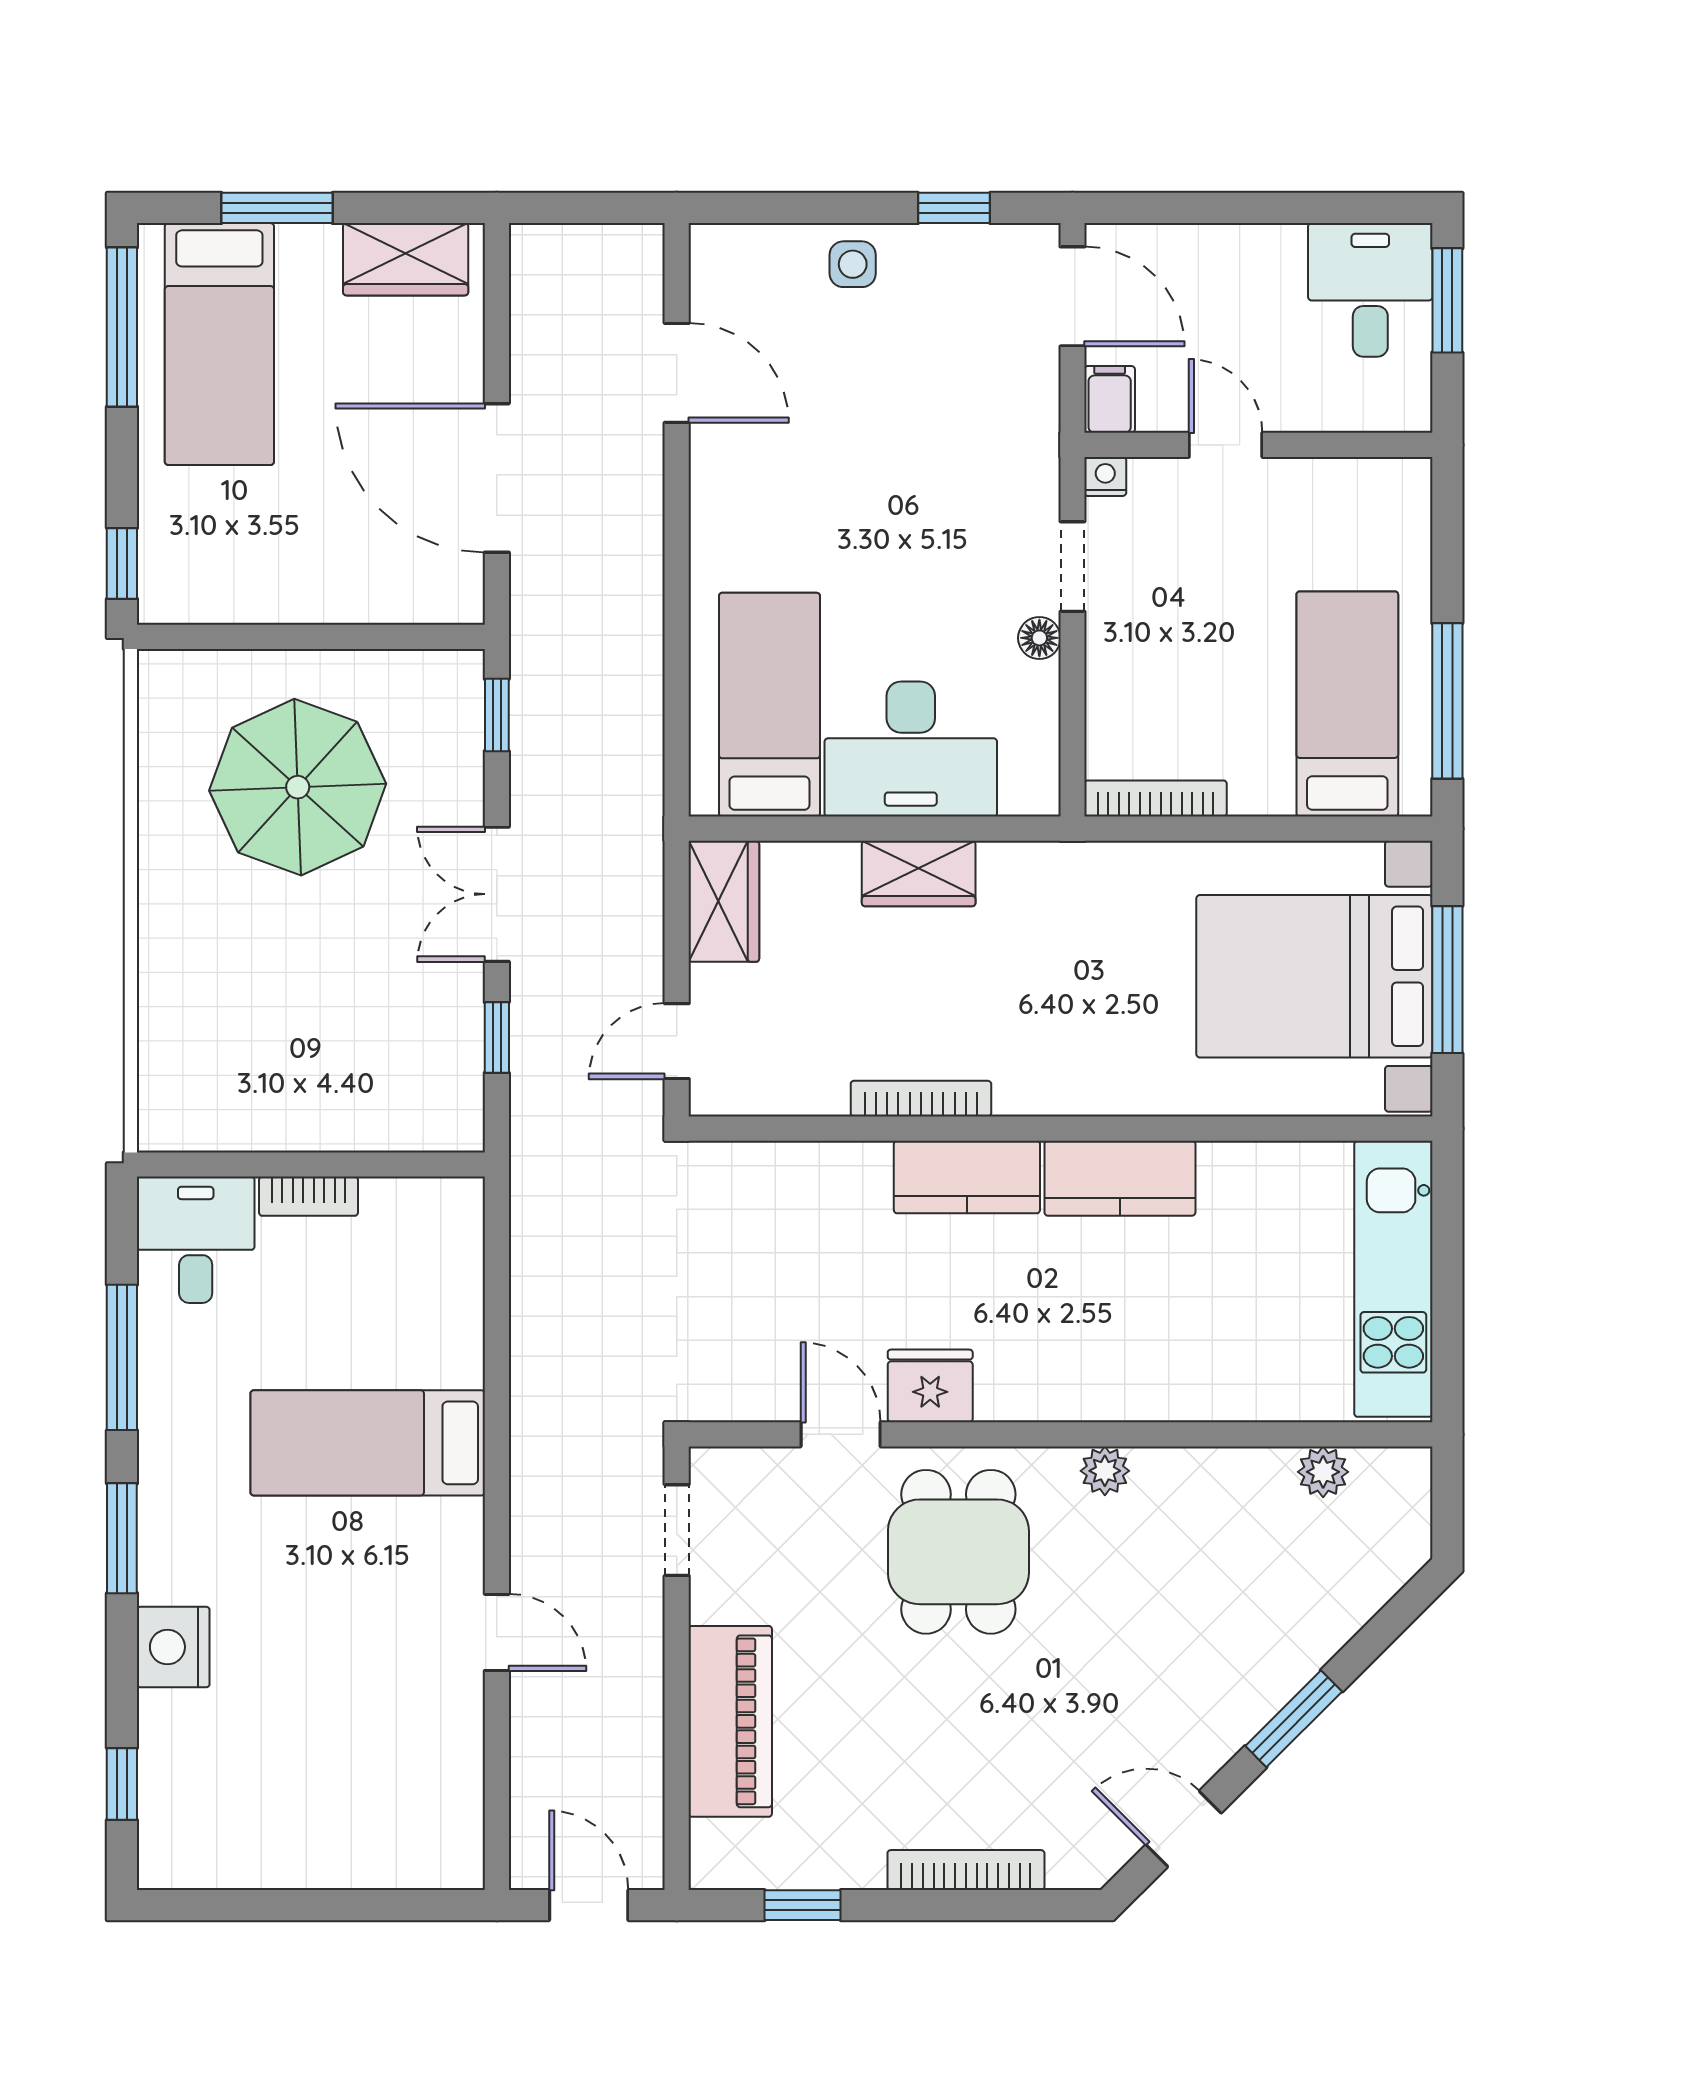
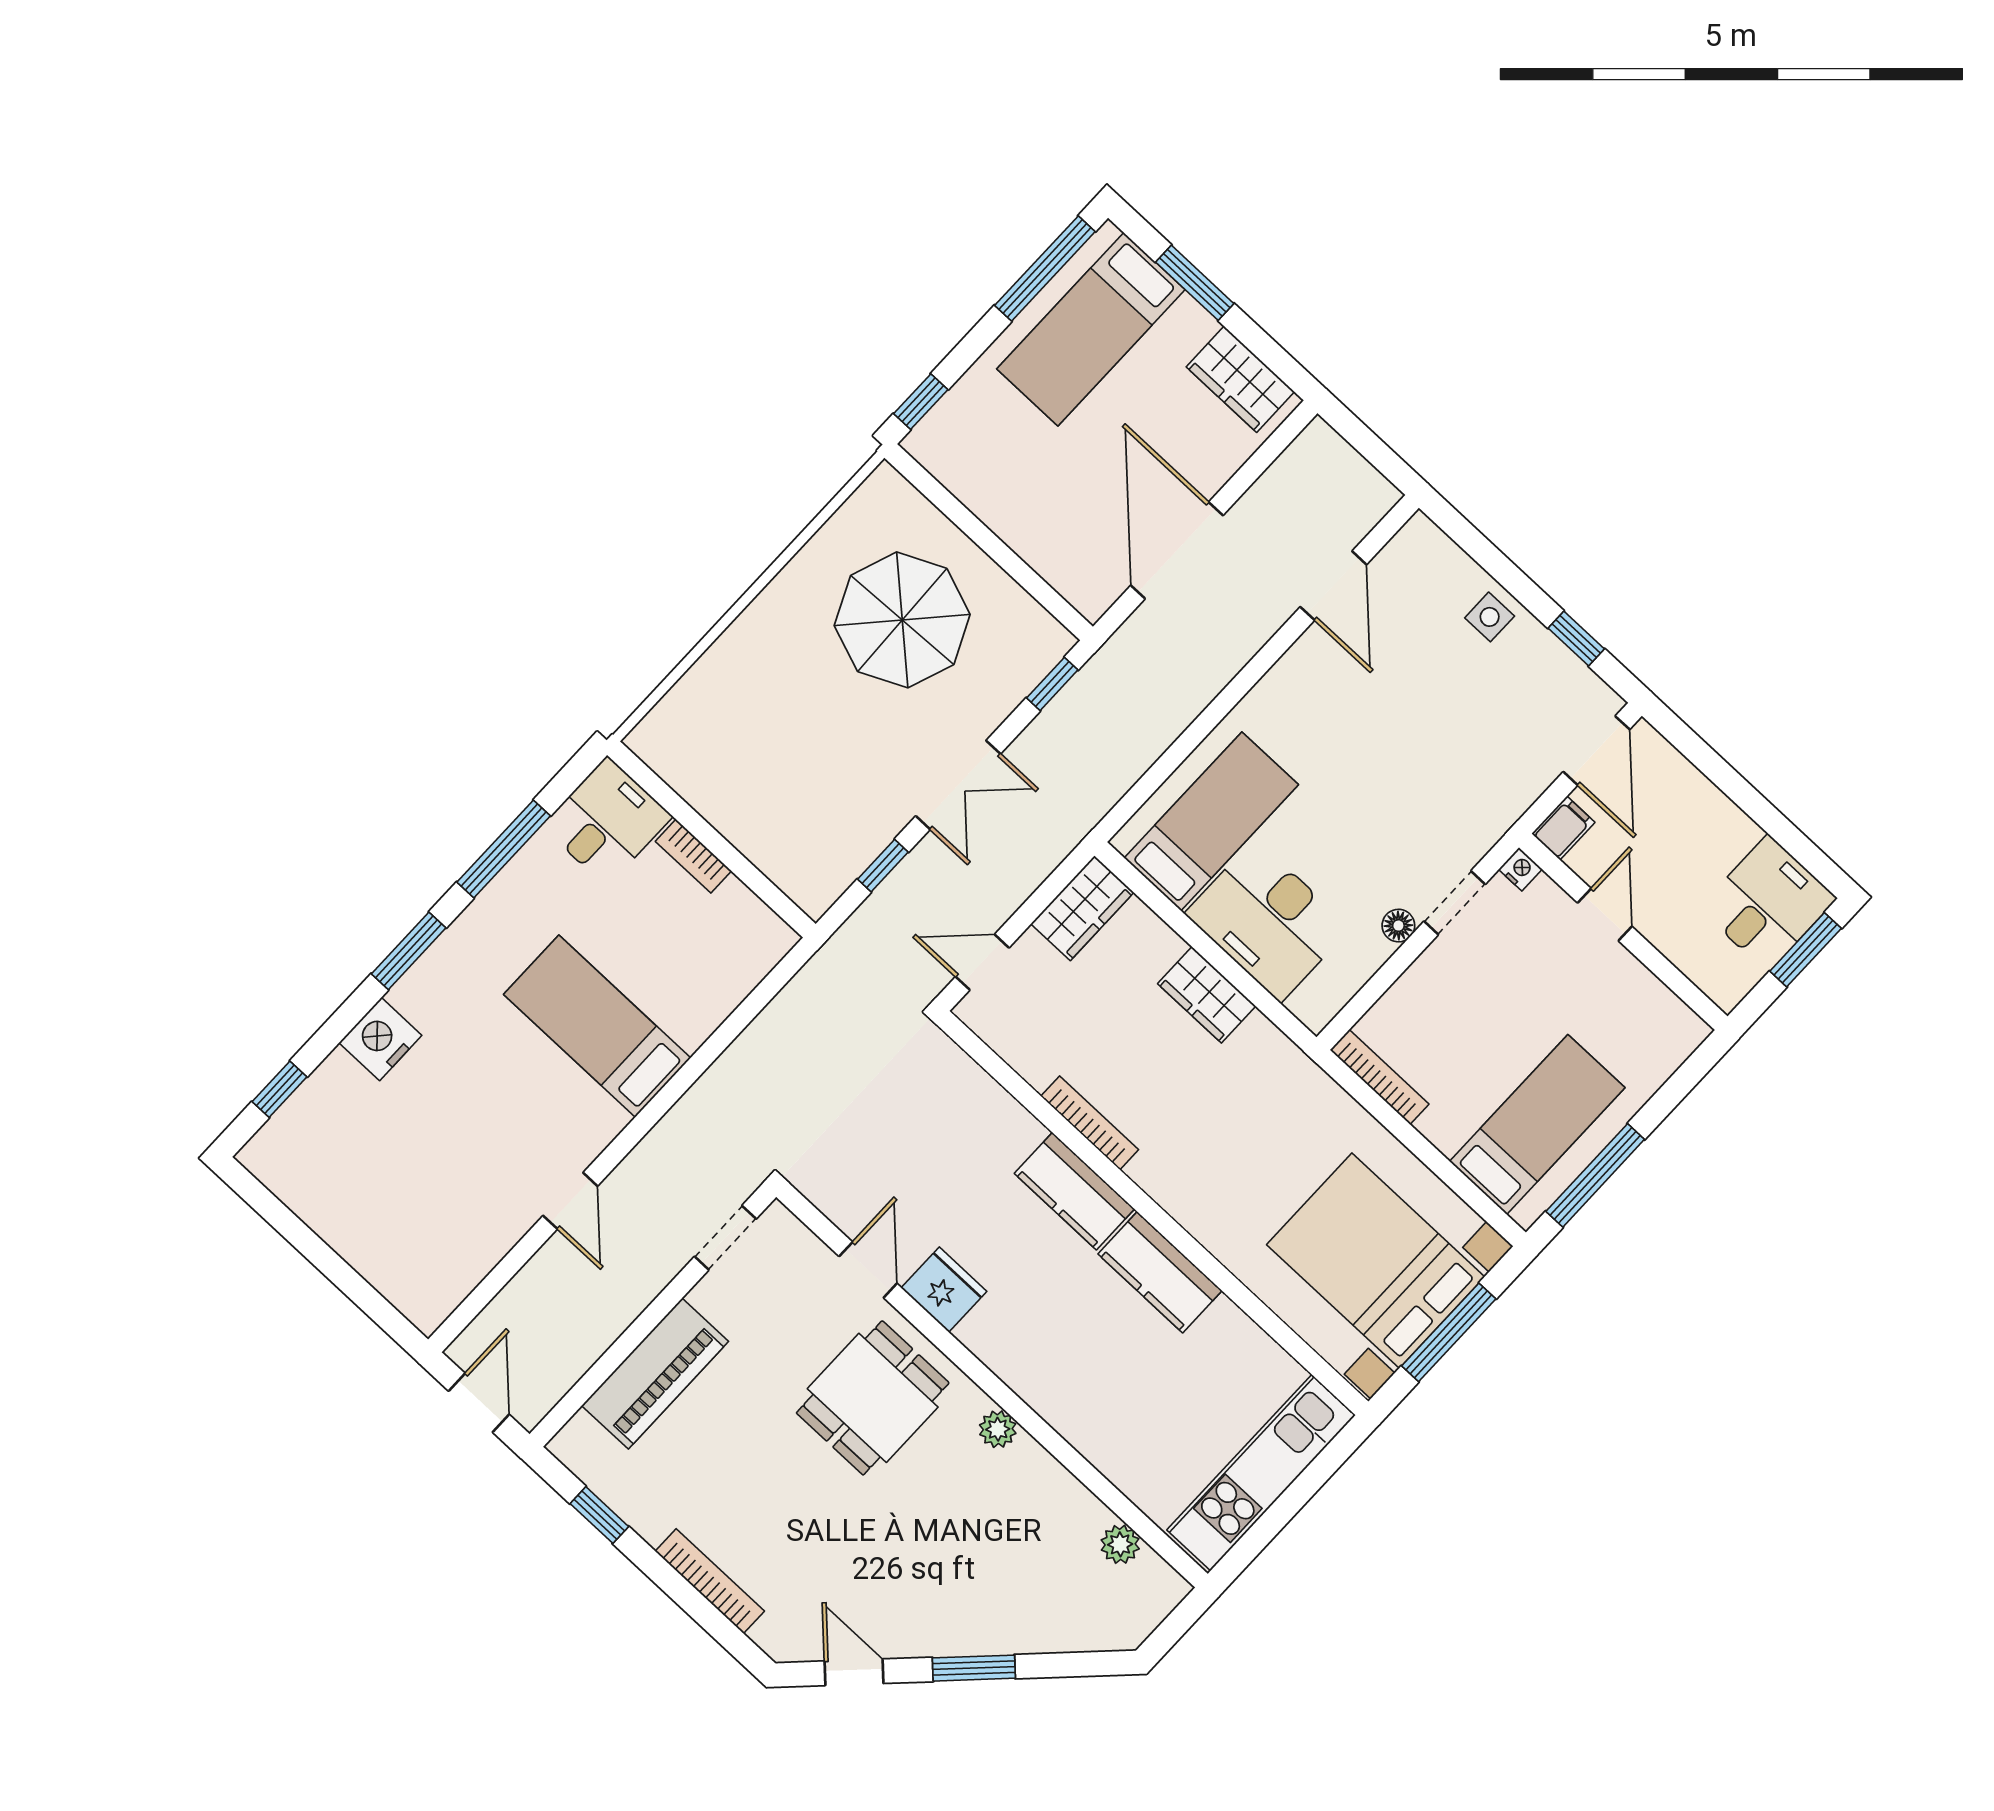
double door: (497, 894) -> (958, 785), swing flipped

